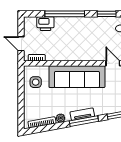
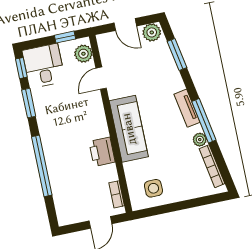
printer: (45, 24) -> (102, 152), moved, turned 180
sofa: (77, 77) -> (129, 129), width x0.74, depth x0.79
window: (84, 121) -> (204, 121), moved

